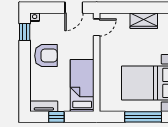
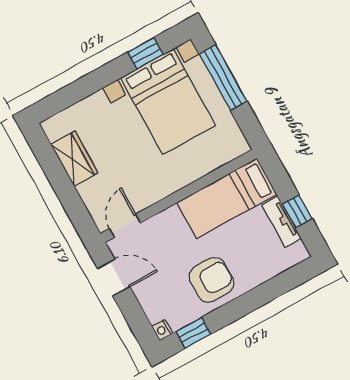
door: (97, 27) -> (125, 226), hinge flipped
armchair: (46, 56) -> (212, 280), turned 90
tv unit: (44, 106) -> (282, 222), moved

